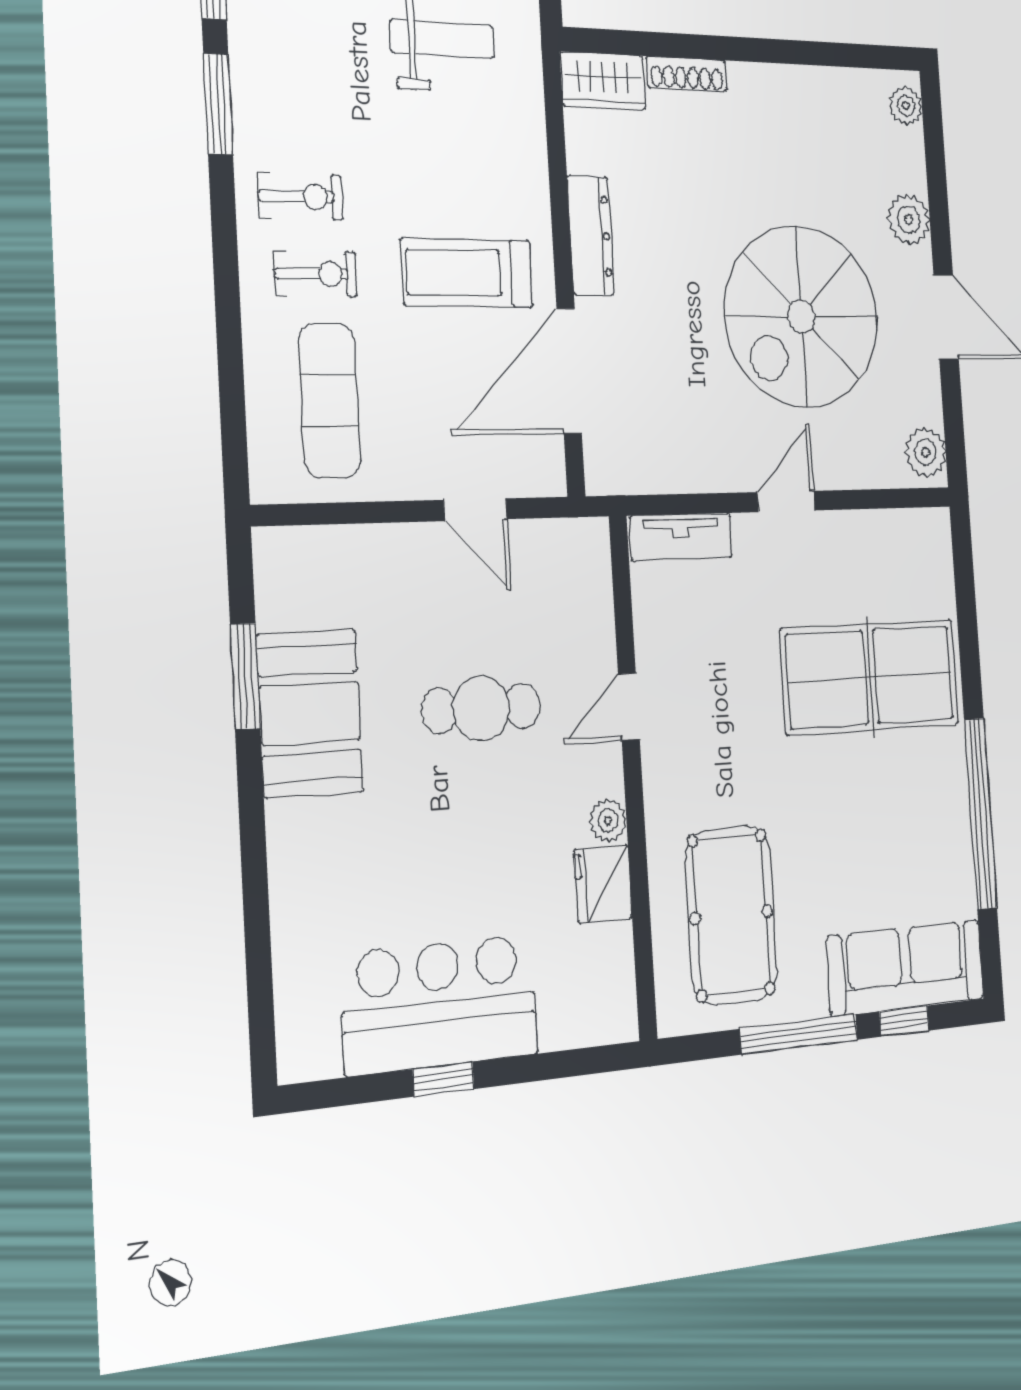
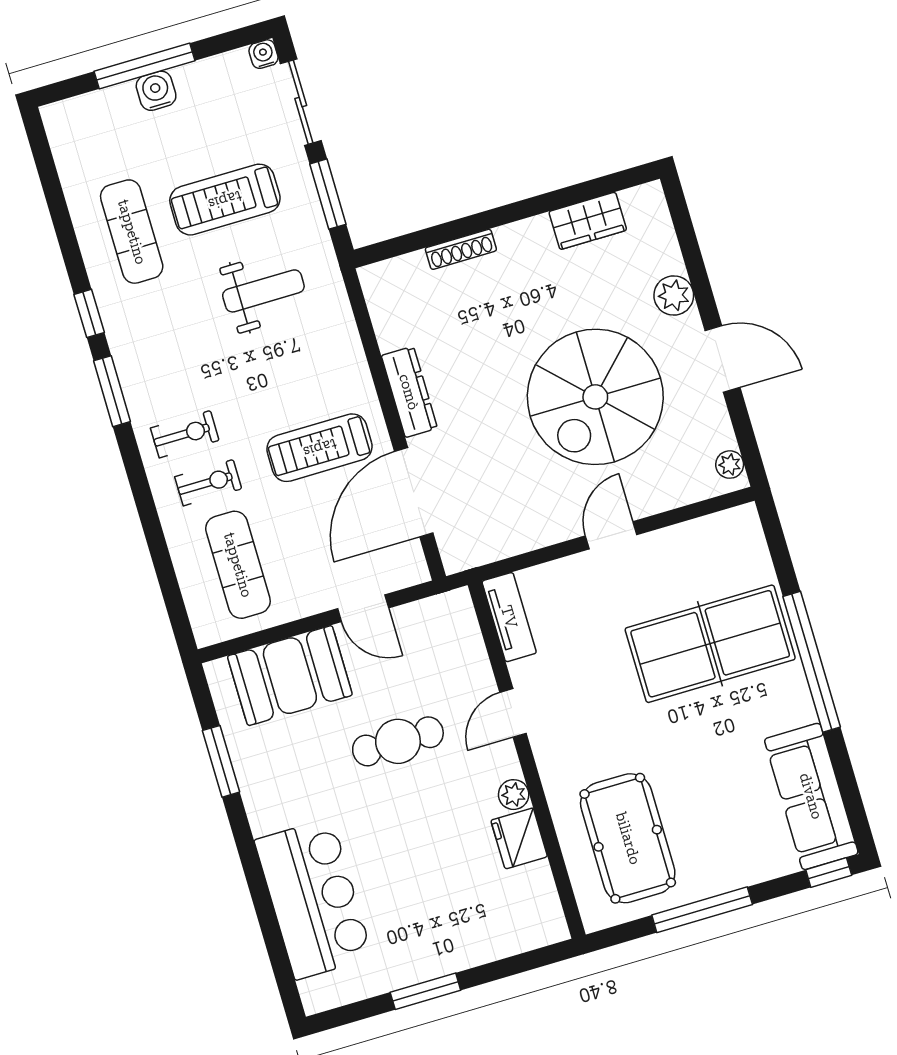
wardrobe: (603, 81) -> (588, 221), moved
plant: (906, 106) -> (653, 210), removed
plant: (925, 452) -> (730, 465), width x0.73, depth x0.73
tv unit: (681, 537) -> (509, 617), moved, turned -90
booth: (310, 713) -> (290, 676), moved, turned 90
window: (981, 813) -> (812, 662), moved
sofa: (906, 968) -> (811, 796), moved, turned -90
bar counter: (440, 1004) -> (314, 899), moved, turned 90
window: (904, 1021) -> (829, 872), moved
window: (443, 1079) -> (425, 991), width x1.50

